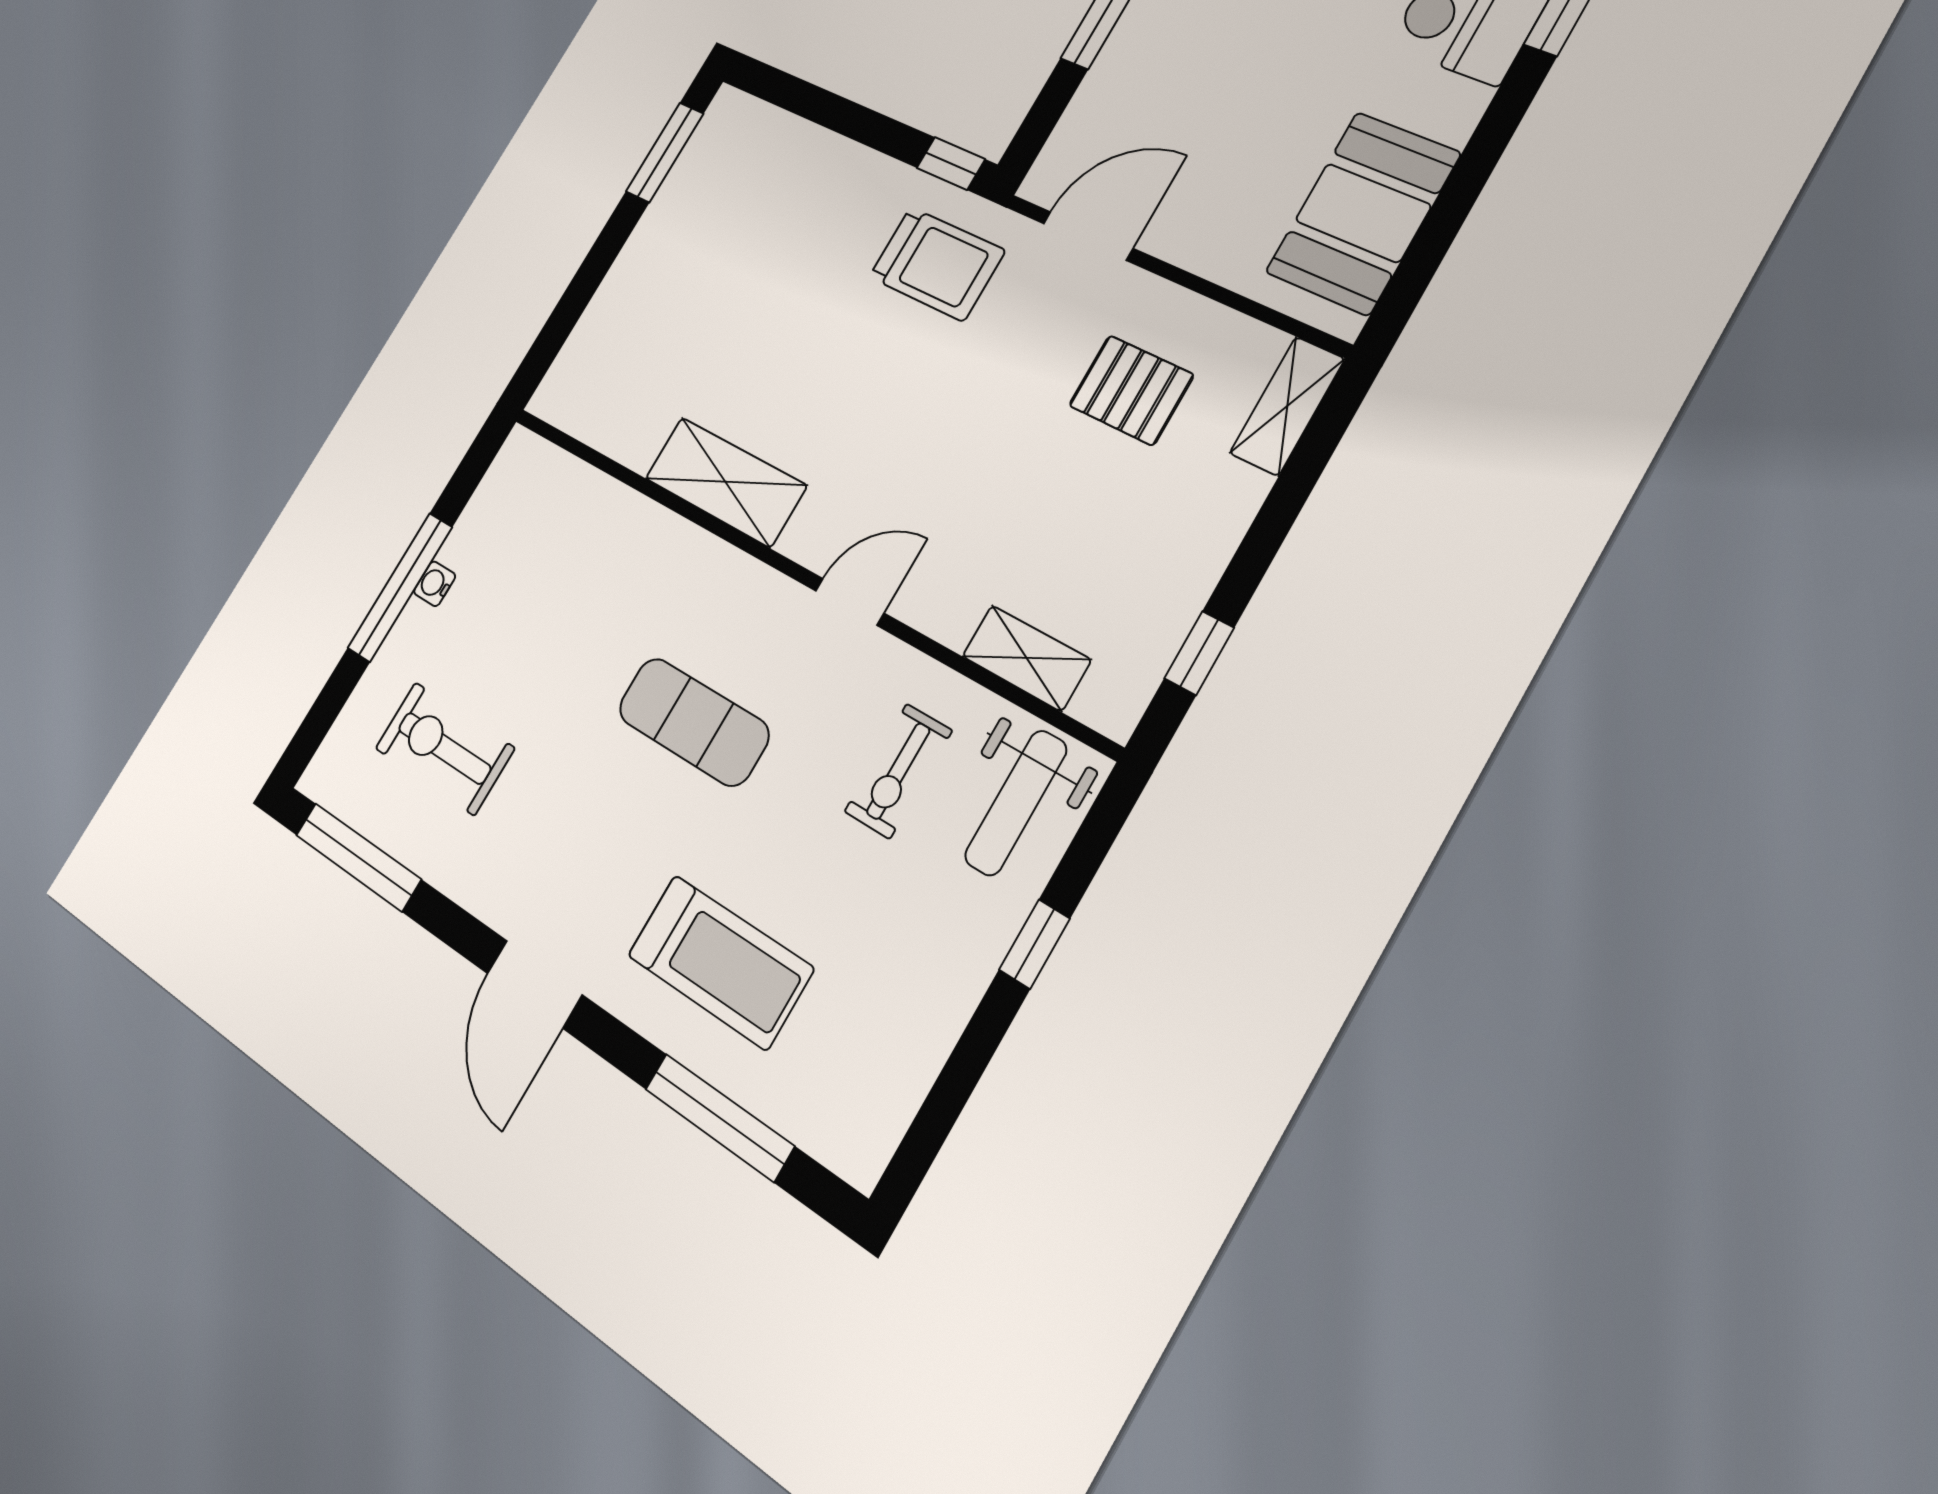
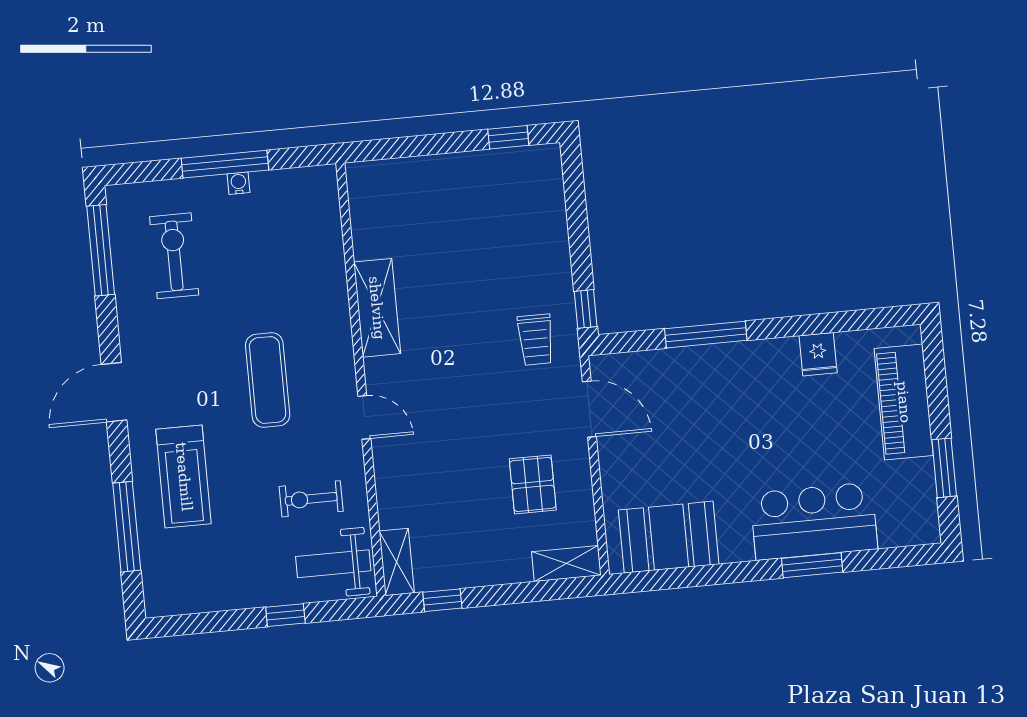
window: (665, 153) -> (508, 137), width x0.67
trolley: (937, 264) -> (536, 340), width x0.73, depth x0.72
shelving: (1026, 658) -> (397, 562), moved

